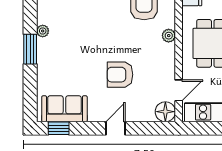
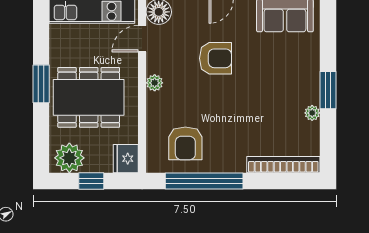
plant: (169, 36) -> (155, 83), moved

